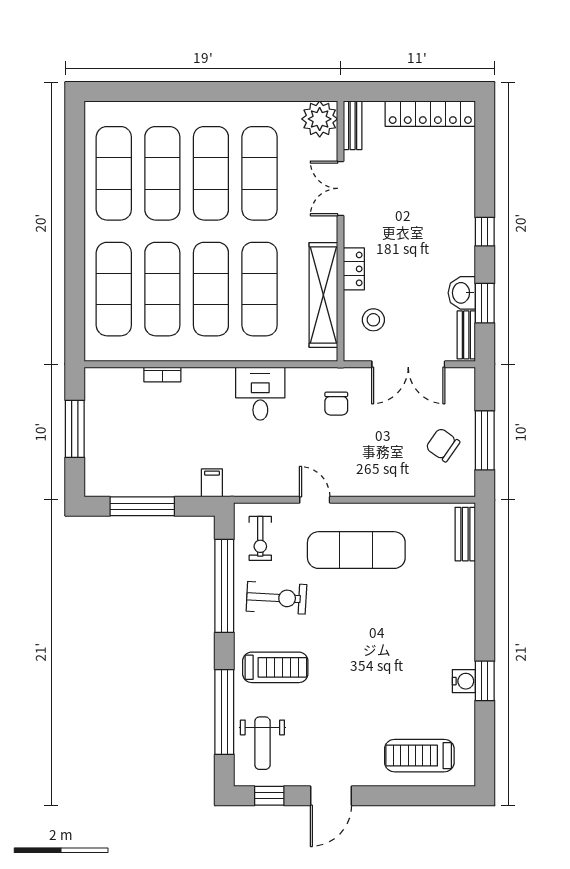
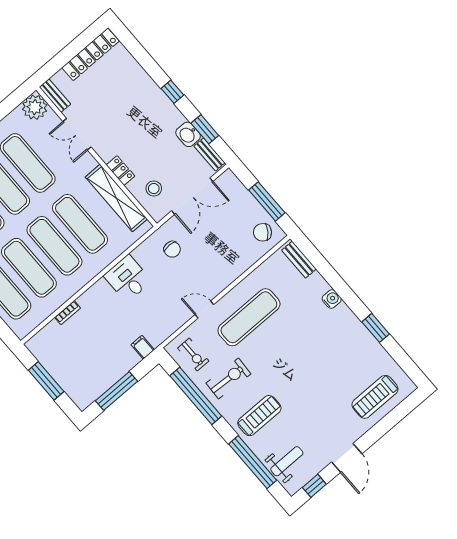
chair: (443, 445) -> (262, 232), moved
water cooler: (464, 681) -> (332, 299), moved
weight bench: (262, 743) -> (287, 461), turned -90

